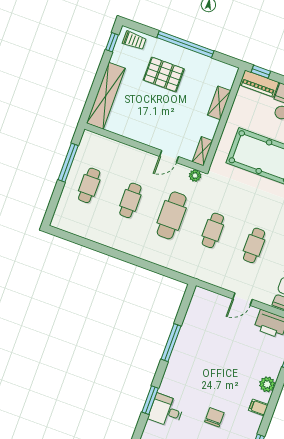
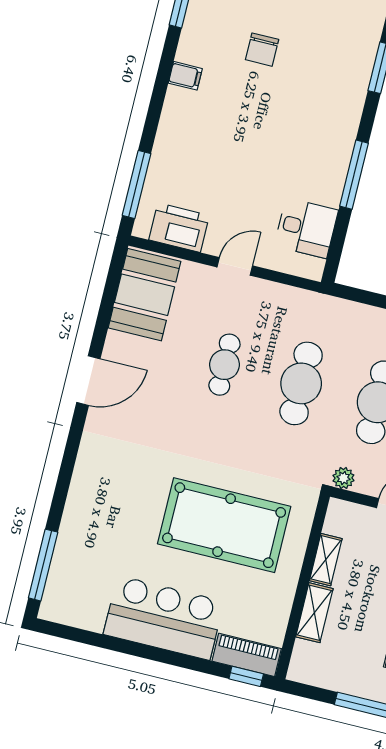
shelving: (203, 151) -> (326, 560), moved
cafe table: (213, 230) -> (301, 383), width x1.37, depth x1.35
plant: (267, 384) -> (174, 119), removed
desk: (166, 411) -> (306, 228), moved

